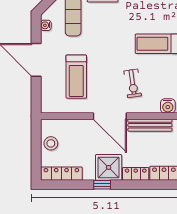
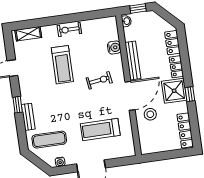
treadmill: (76, 77) -> (100, 129), turned 180
stool: (51, 143) -> (150, 114), moved

